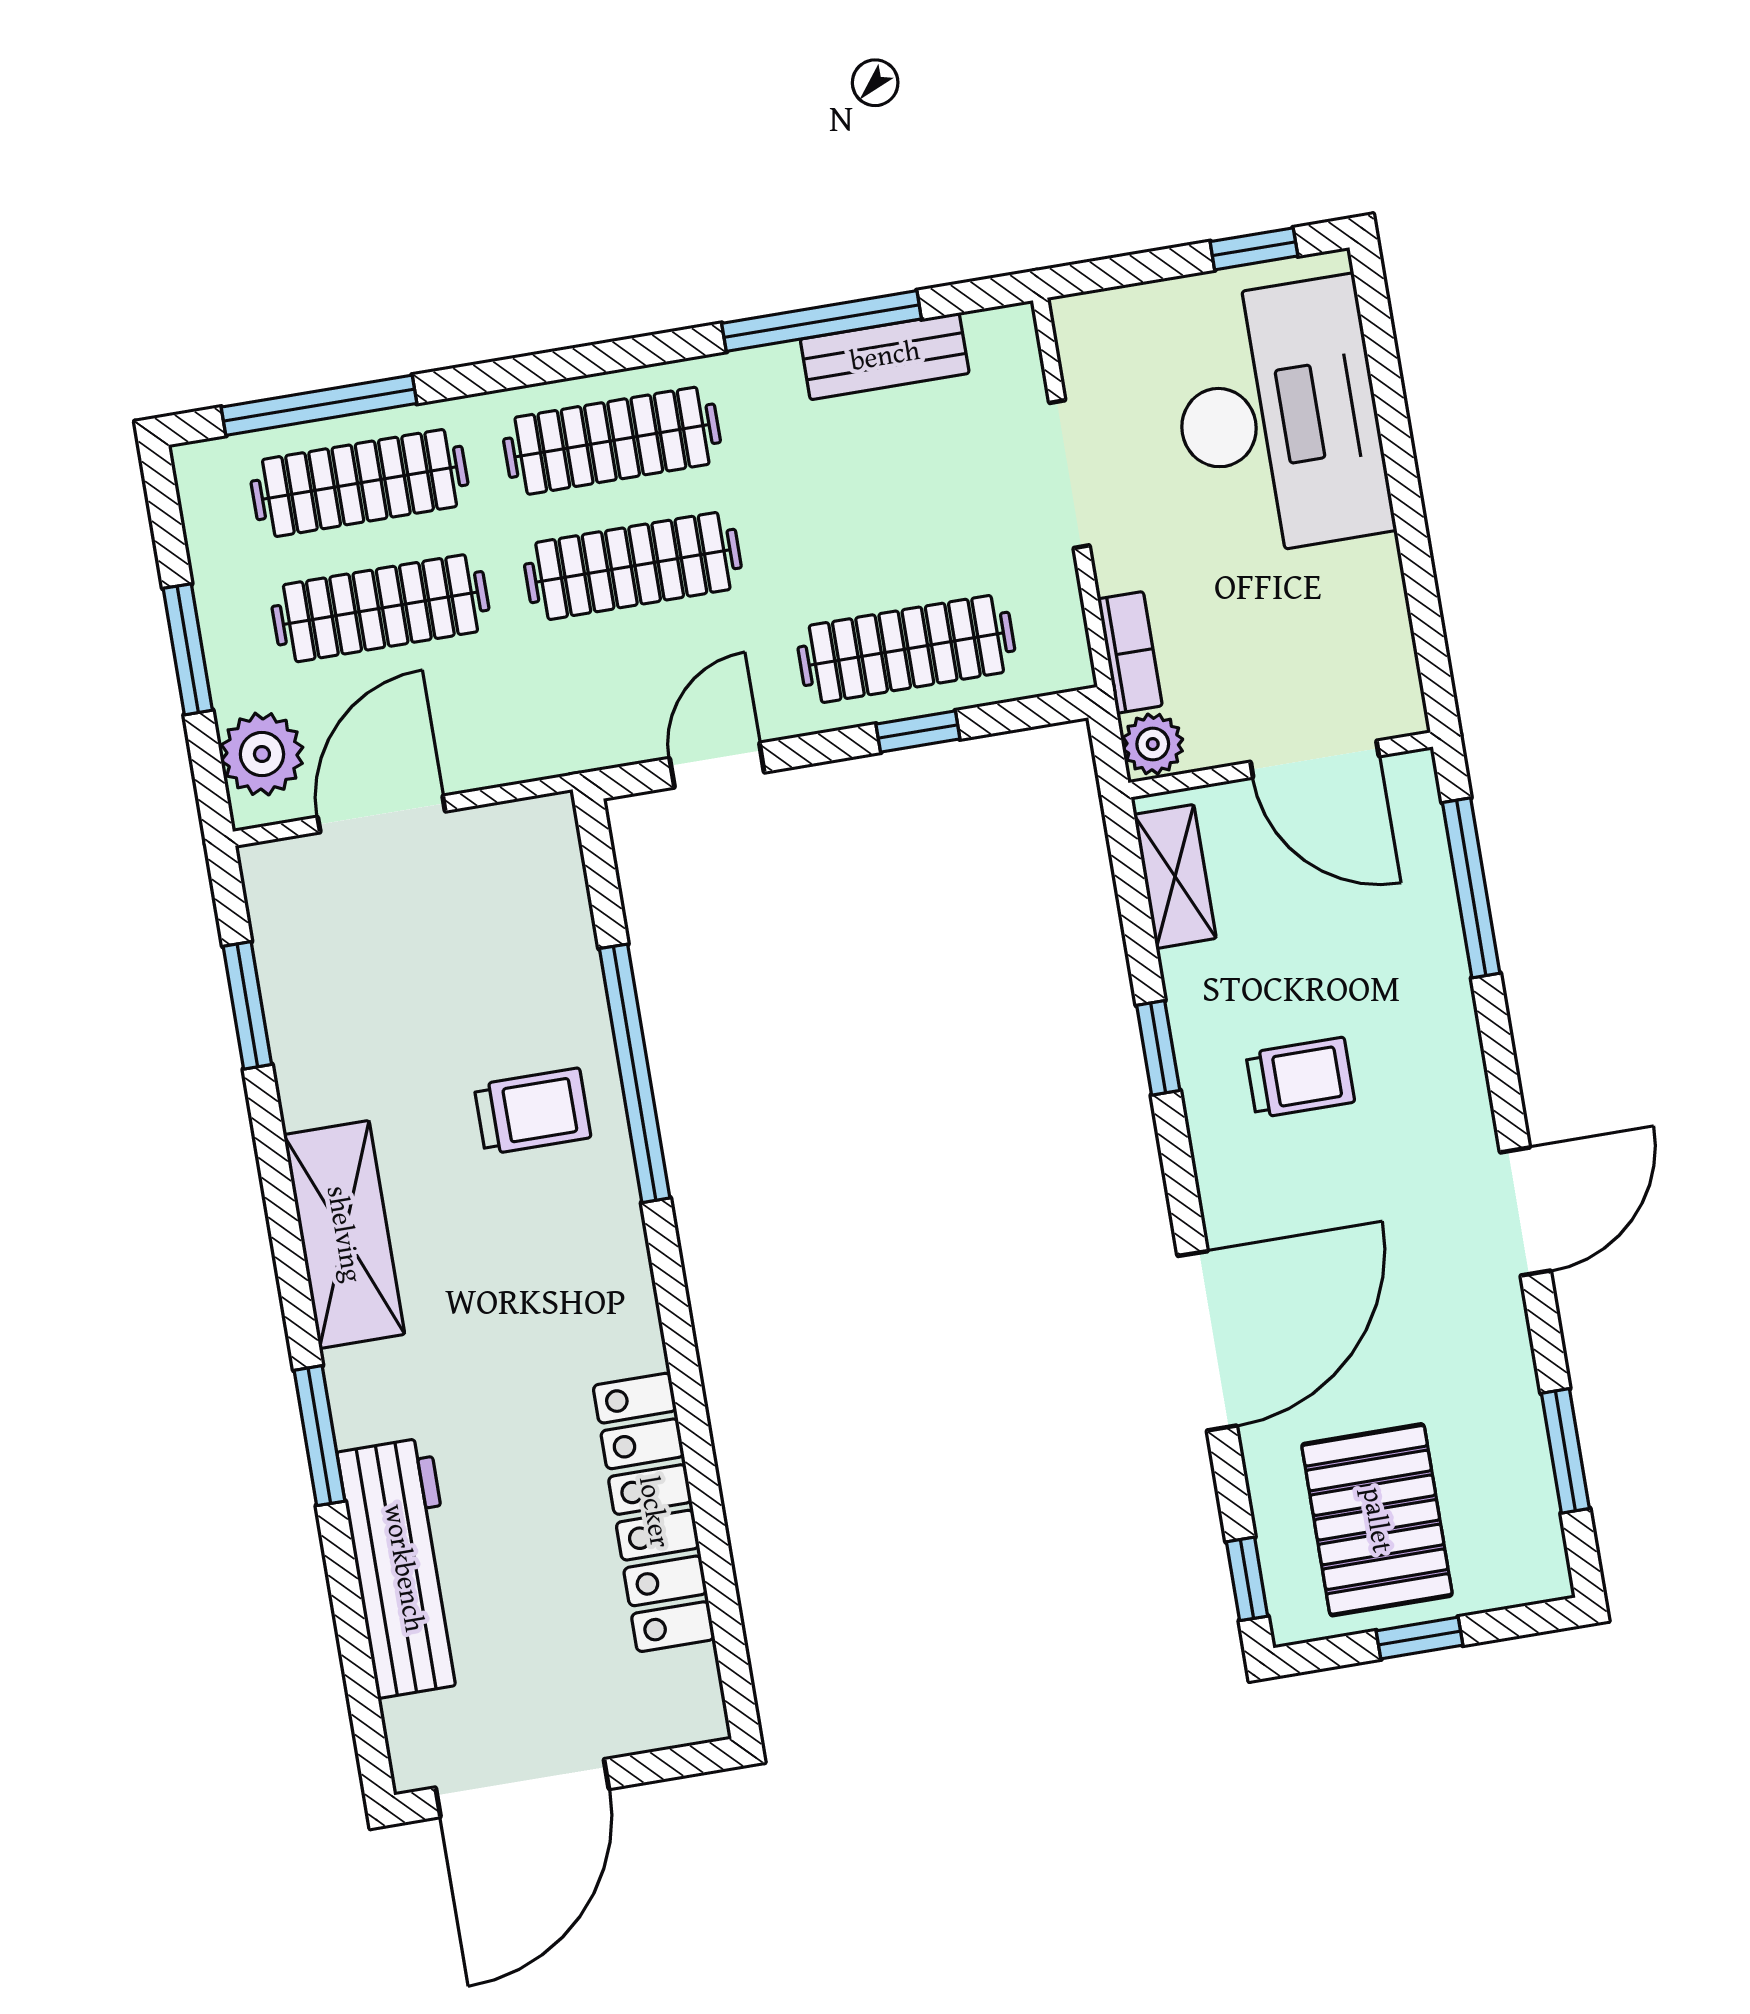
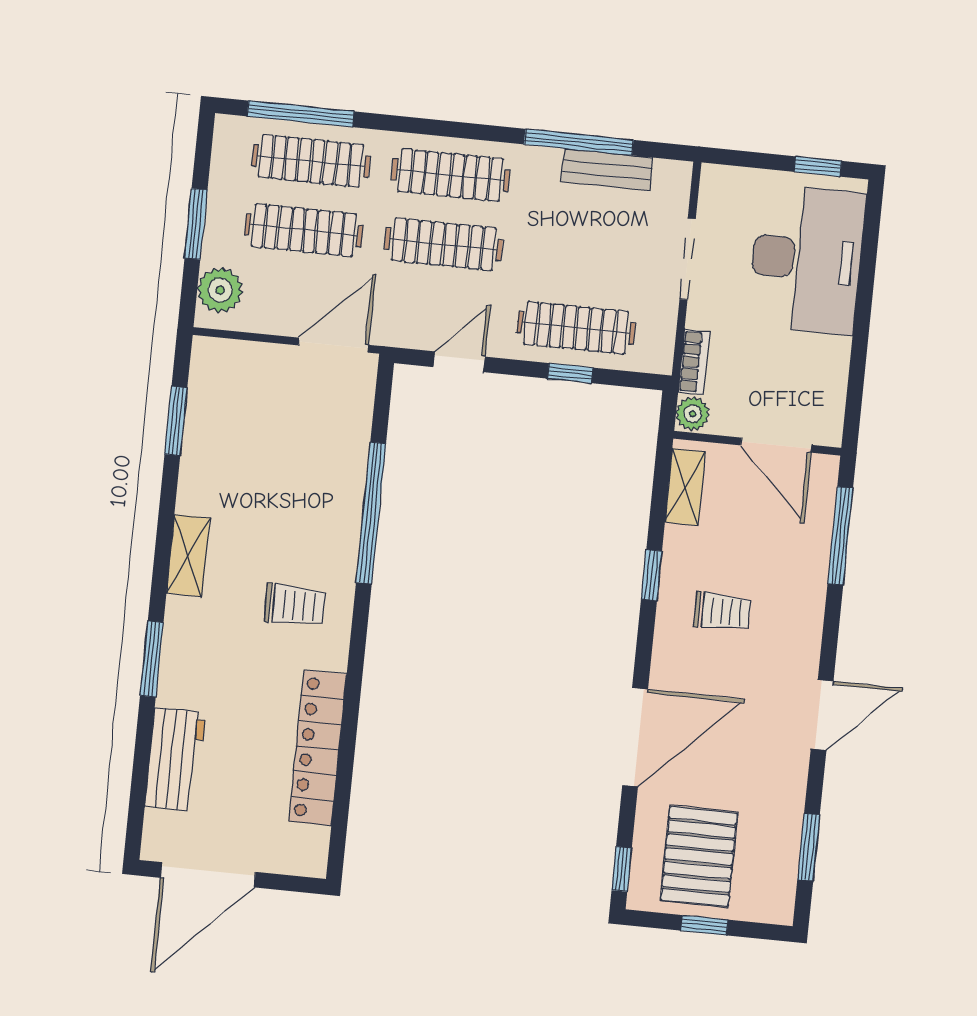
door: (381, 814) -> (333, 345), moved
trolley: (532, 1111) -> (295, 605), moved
shelving: (344, 1234) -> (188, 556), width x0.67, depth x0.75
workbench: (404, 1568) -> (175, 760), width x0.73

